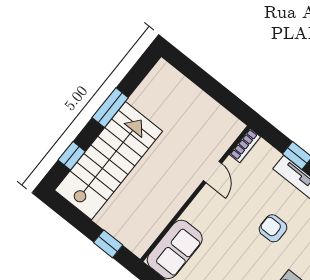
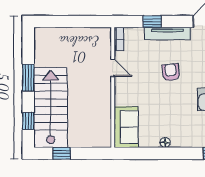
armchair: (273, 228) -> (171, 72), turned 84
window: (108, 244) -> (62, 153), moved

